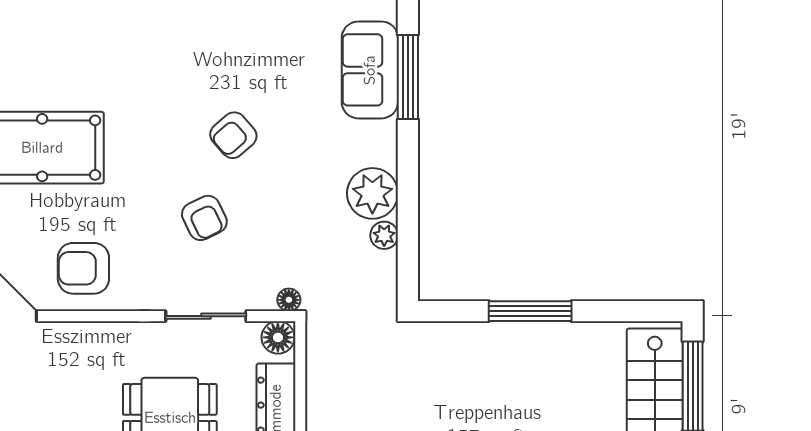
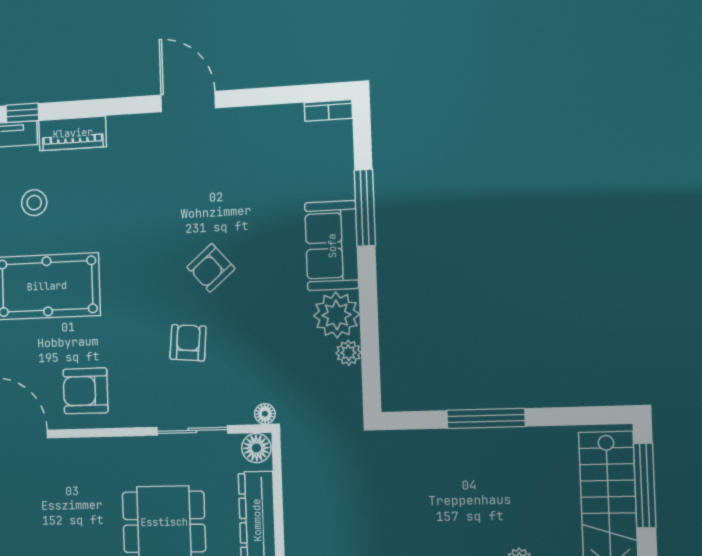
stool: (30, 51) -> (34, 203), added
sofa: (370, 70) -> (332, 246), moved
armchair: (204, 218) -> (188, 343), turned -149

